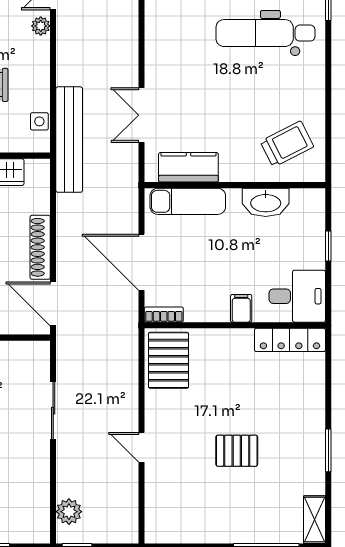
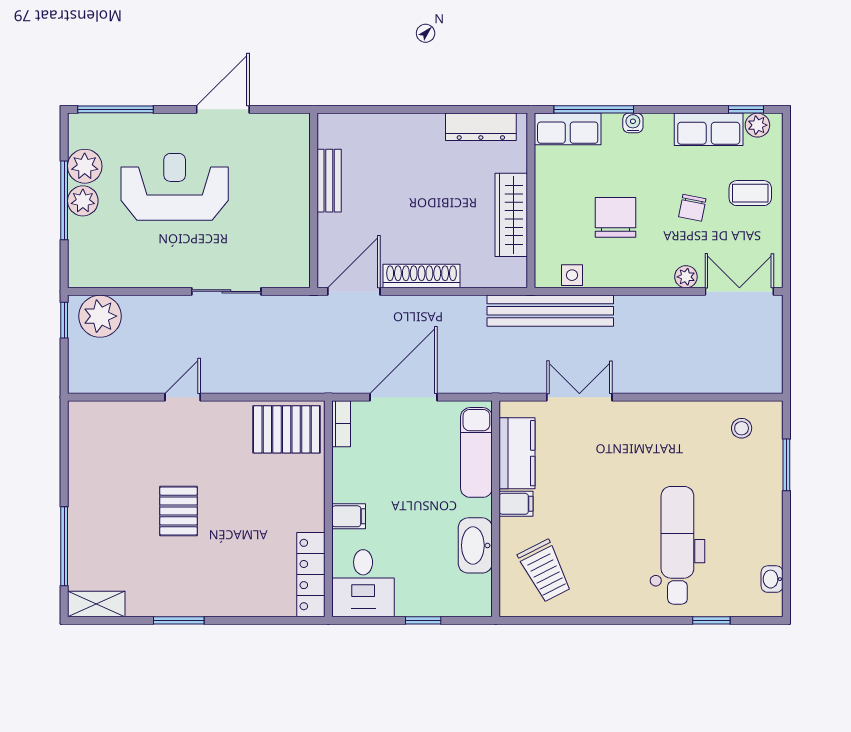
filing cabinet: (231, 168) -> (516, 504), added
plant: (69, 512) -> (100, 316), width x1.36, depth x1.36

